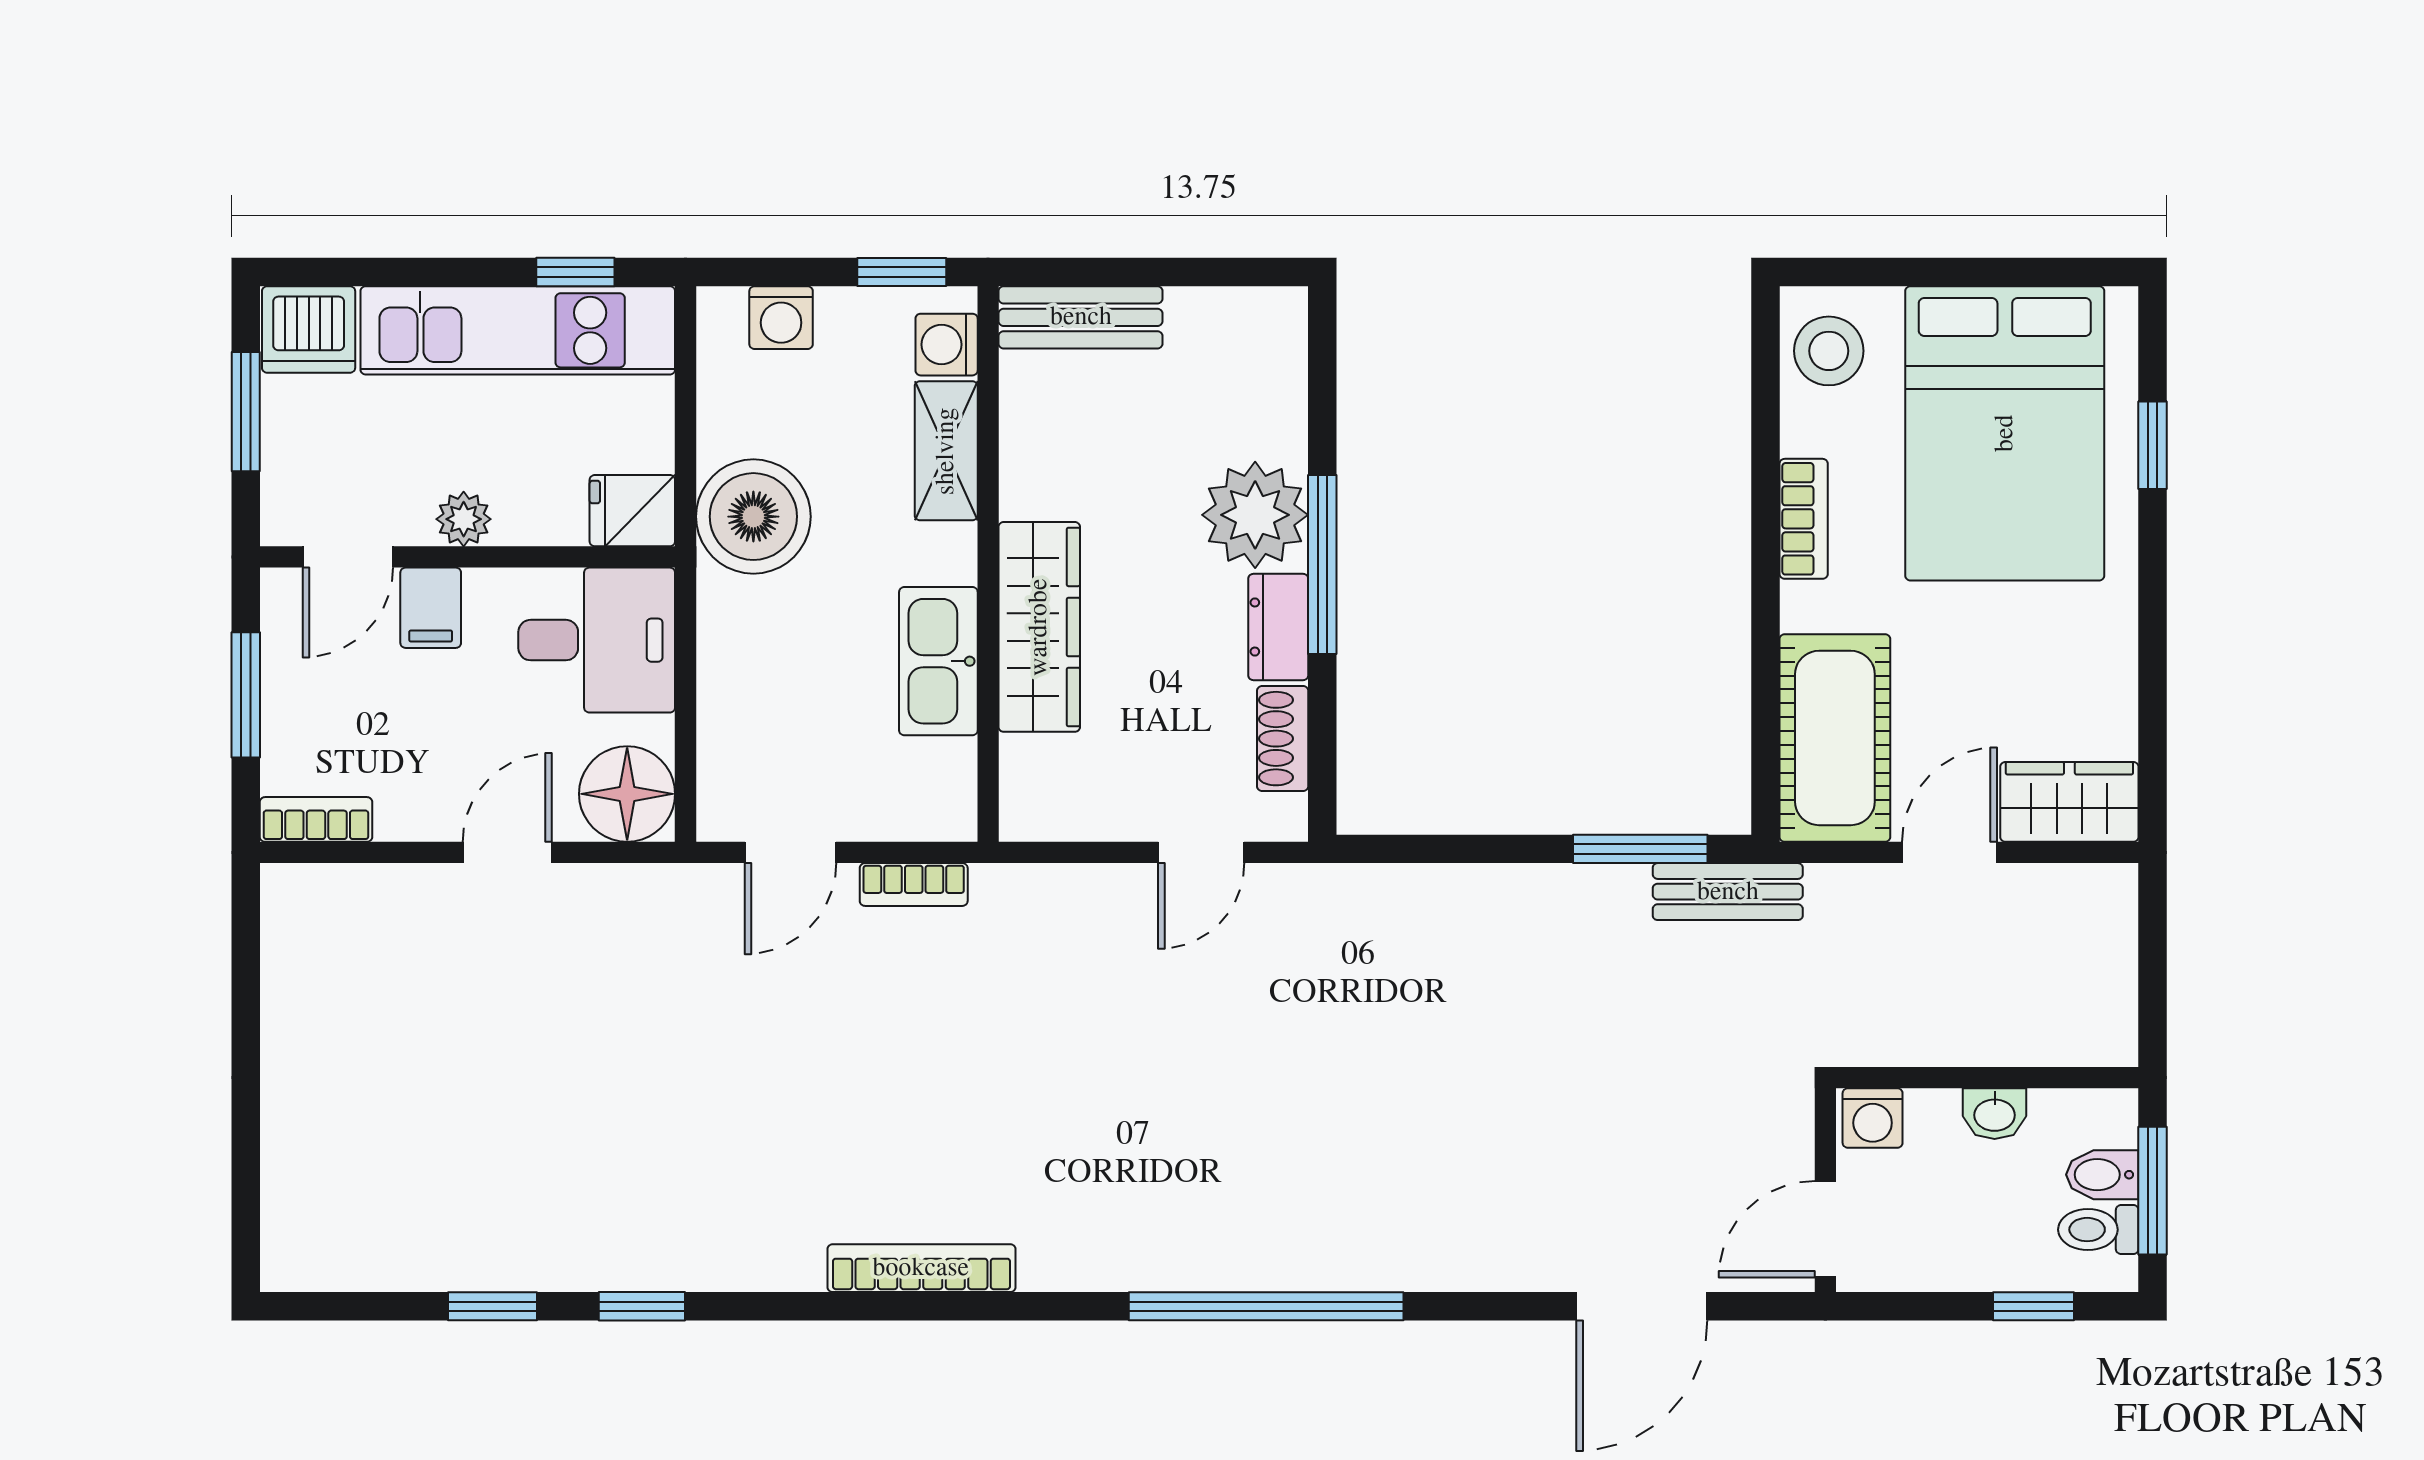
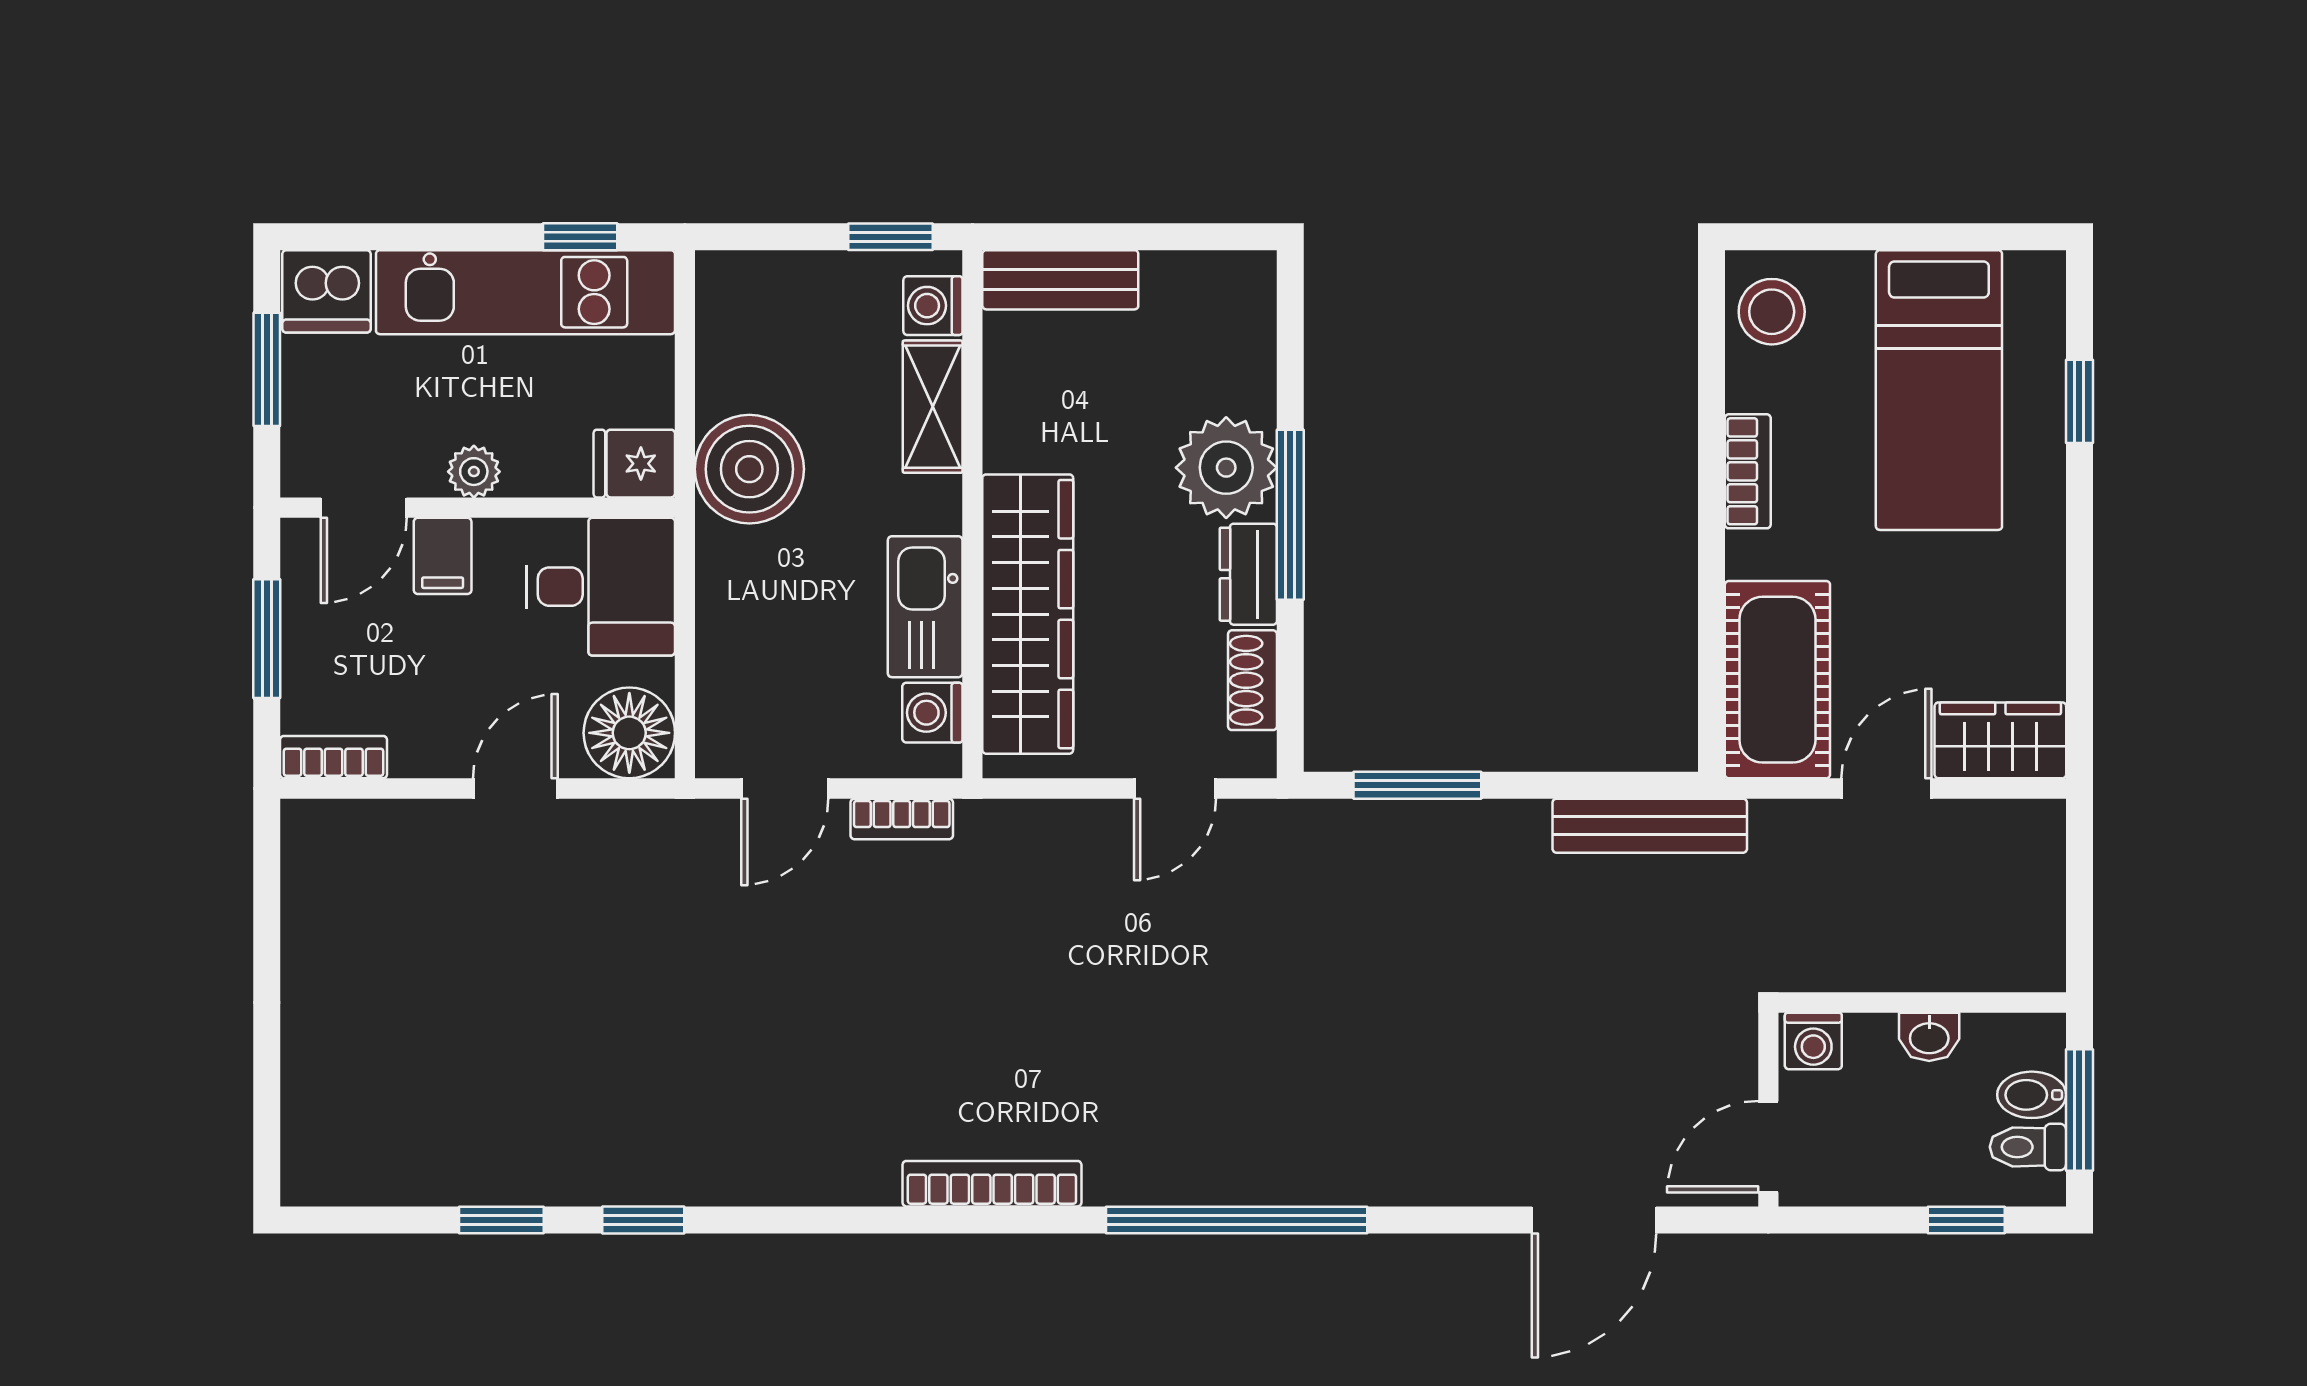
washing machine: (781, 318) -> (932, 713), moved, turned 90
bed: (2005, 433) -> (1939, 390), width x0.67
wardrobe: (1039, 627) -> (1028, 614), width x1.40, depth x1.17
window: (1640, 849) -> (1417, 785), moved
bench: (1728, 892) -> (1650, 826), width x1.36
bookcase: (921, 1268) -> (992, 1184), moved

